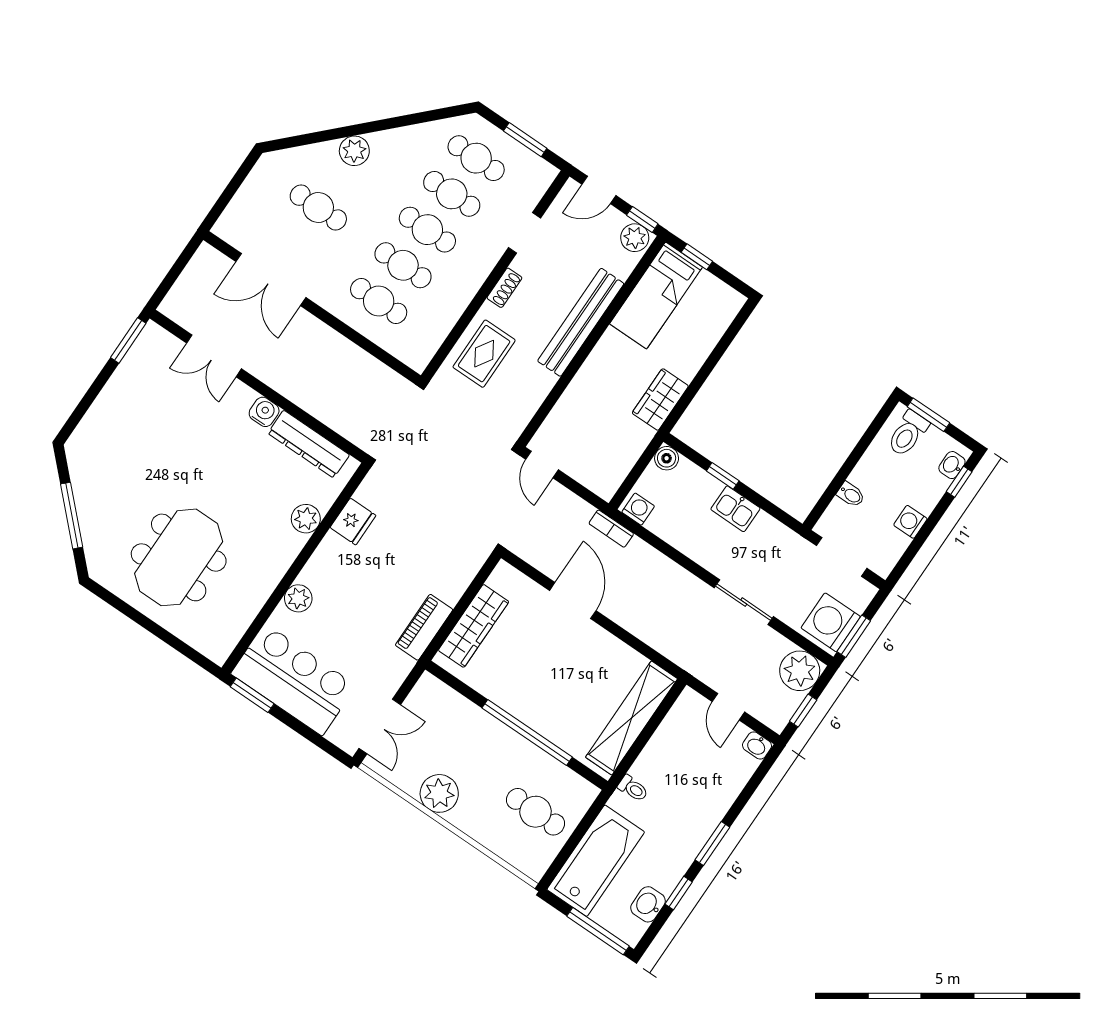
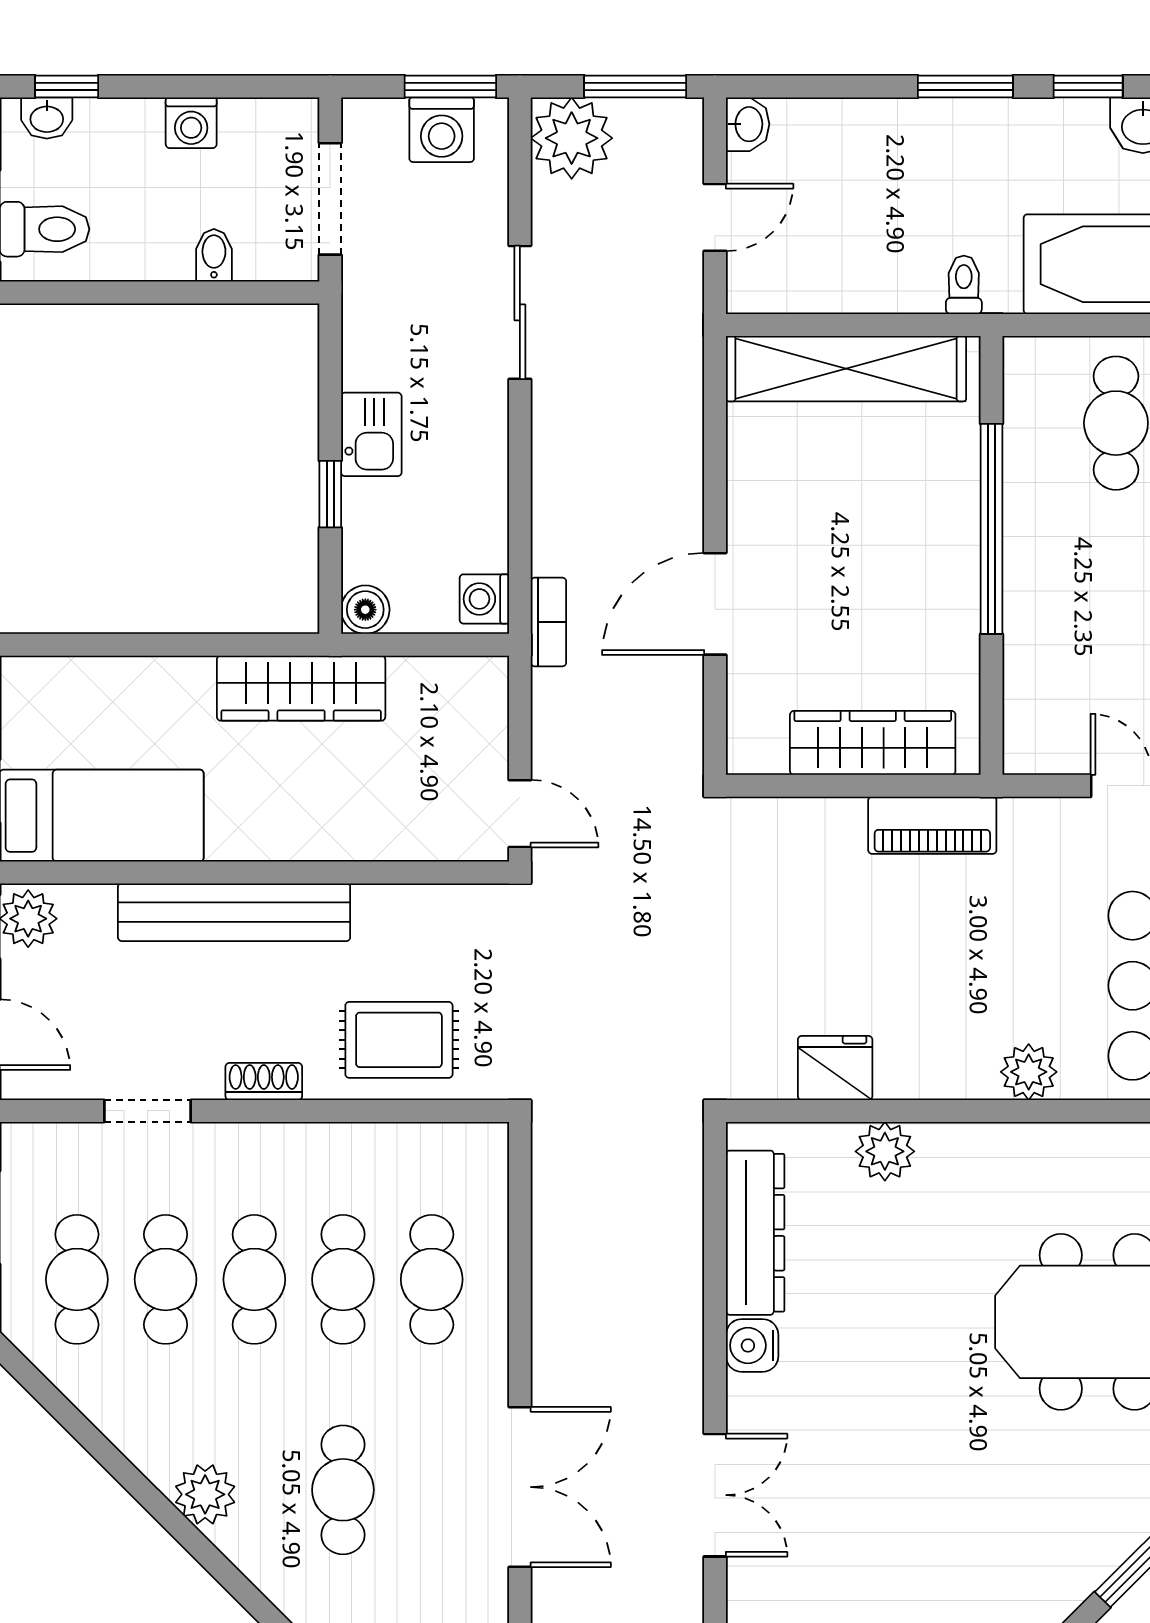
wardrobe: (660, 400) -> (301, 688), width x1.50
door: (542, 464) -> (520, 814), hinge flipped
washing machine: (831, 622) -> (442, 130), width x0.73, depth x0.73
window: (803, 711) -> (635, 86), width x1.50

